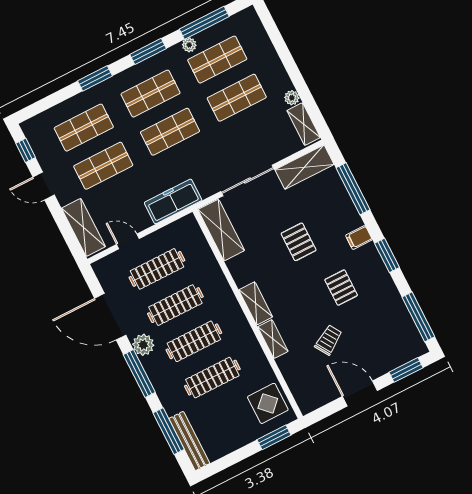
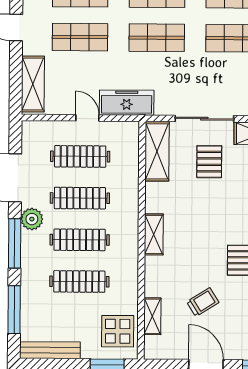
door: (128, 241) -> (87, 118), moved
pallet: (299, 242) -> (209, 162), moved
shelving: (273, 339) -> (152, 316), moved
bench: (189, 441) -> (50, 350), moved, turned 90

